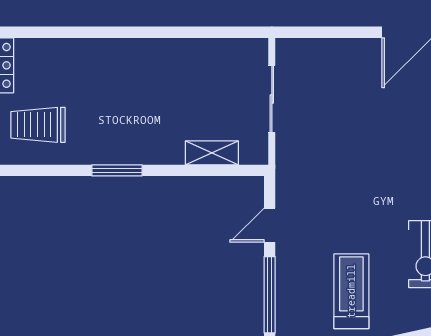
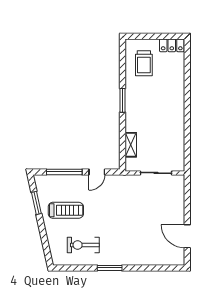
trolley: (38, 125) -> (144, 63), turned 180
door: (270, 225) -> (97, 172), swing flipped

